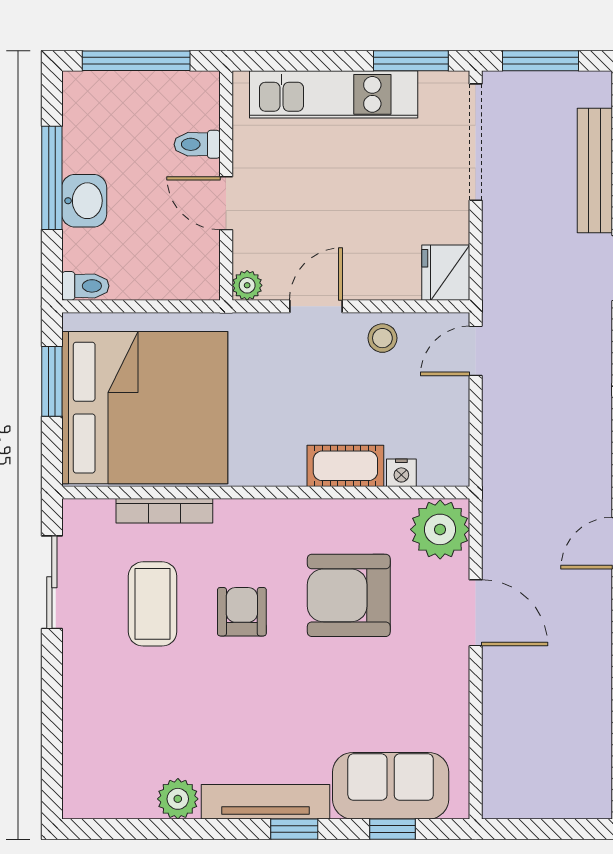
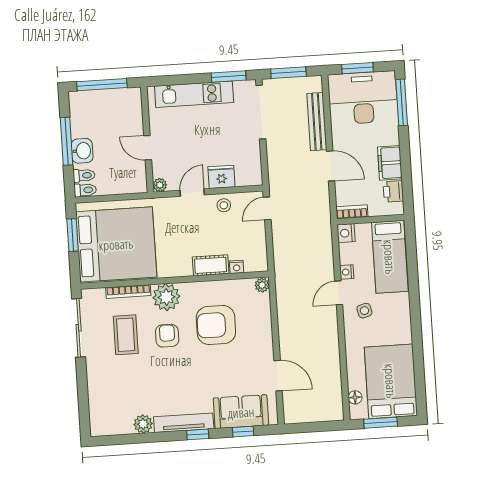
toilet: (197, 144) -> (84, 175), moved, turned 180
fridge: (446, 273) -> (221, 177), moved, turned 90
plant: (246, 528) -> (166, 297), added
plant: (440, 529) -> (262, 285), width x0.53, depth x0.53
sliding door: (52, 582) -> (79, 328), width x1.37
door: (476, 613) -> (278, 376), moved

